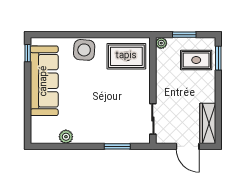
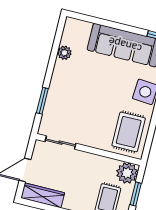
plant: (161, 43) -> (127, 173), width x1.87, depth x1.87

